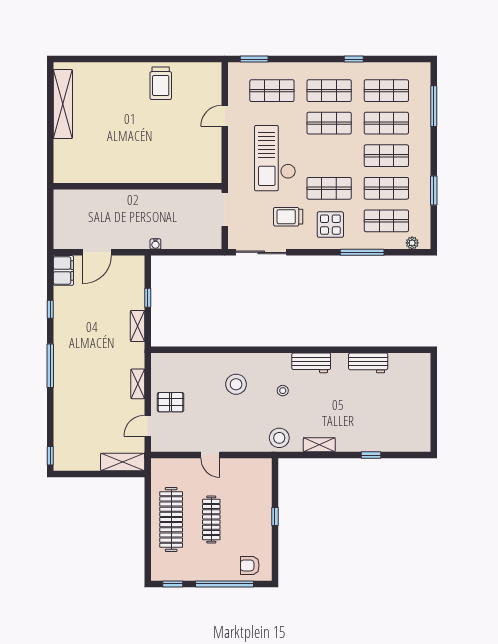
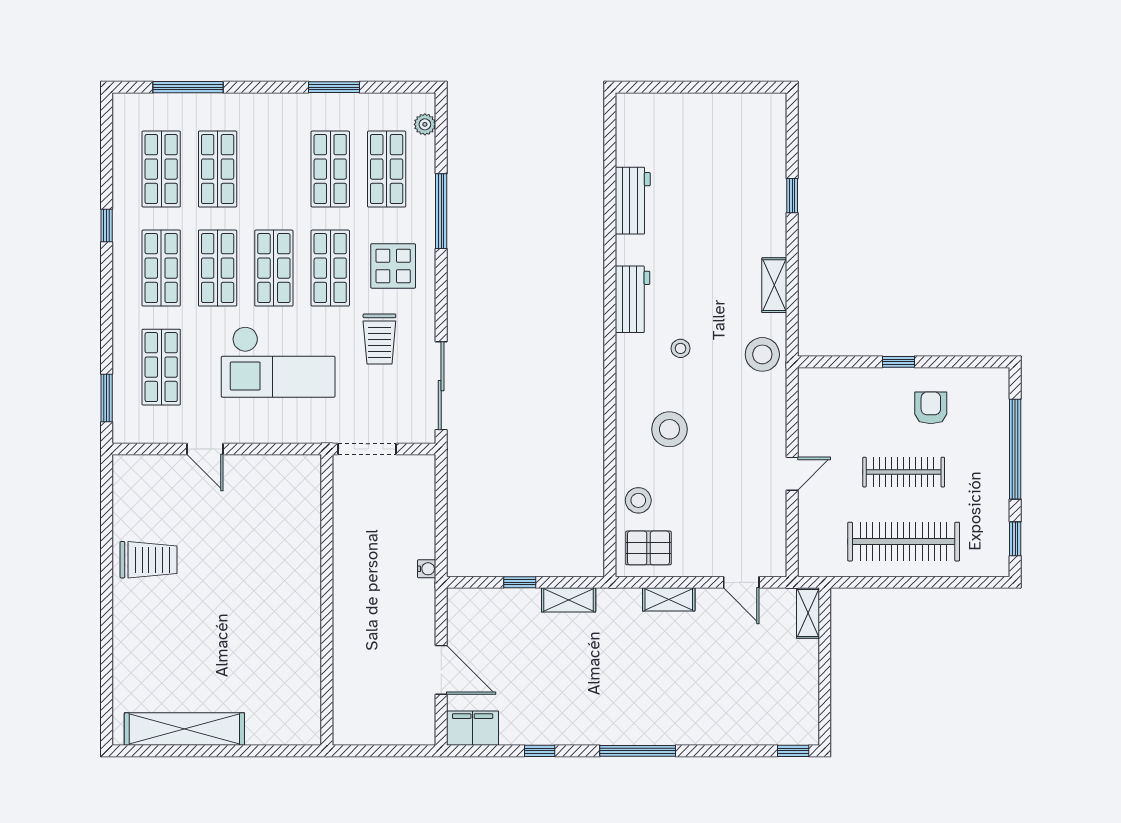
shop shelf: (386, 156) -> (274, 268), moved
stool: (195, 366) -> (638, 500), added
pallet: (171, 402) -> (648, 548), moved, turned 90
shelving: (123, 462) -> (808, 613), width x0.67, depth x0.75
armchair: (250, 565) -> (931, 408), moved, turned 180

